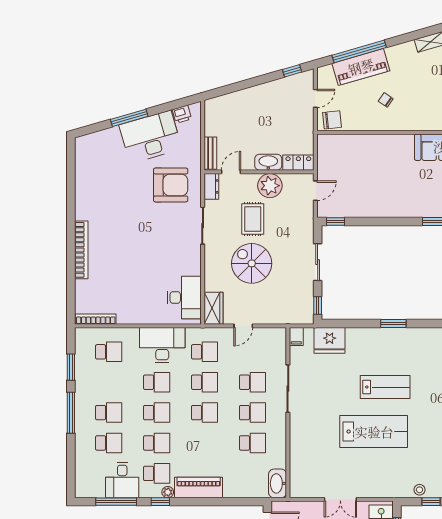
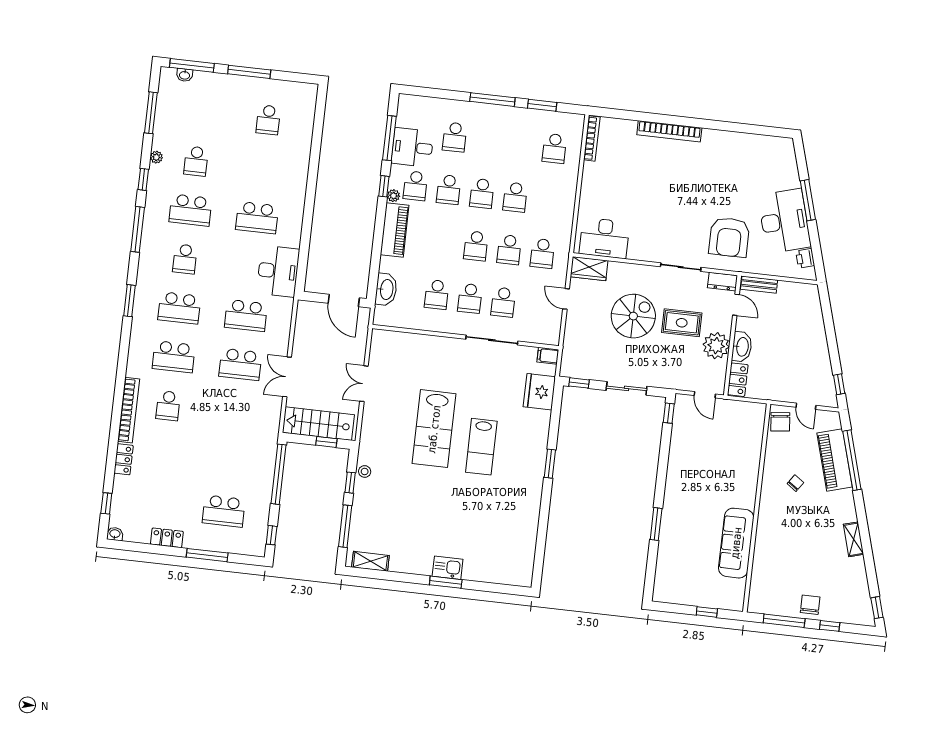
desk: (162, 345) -> (555, 208), removed
school desk: (109, 413) -> (488, 141), removed
washbasin: (278, 483) -> (386, 290), moved, turned 90

